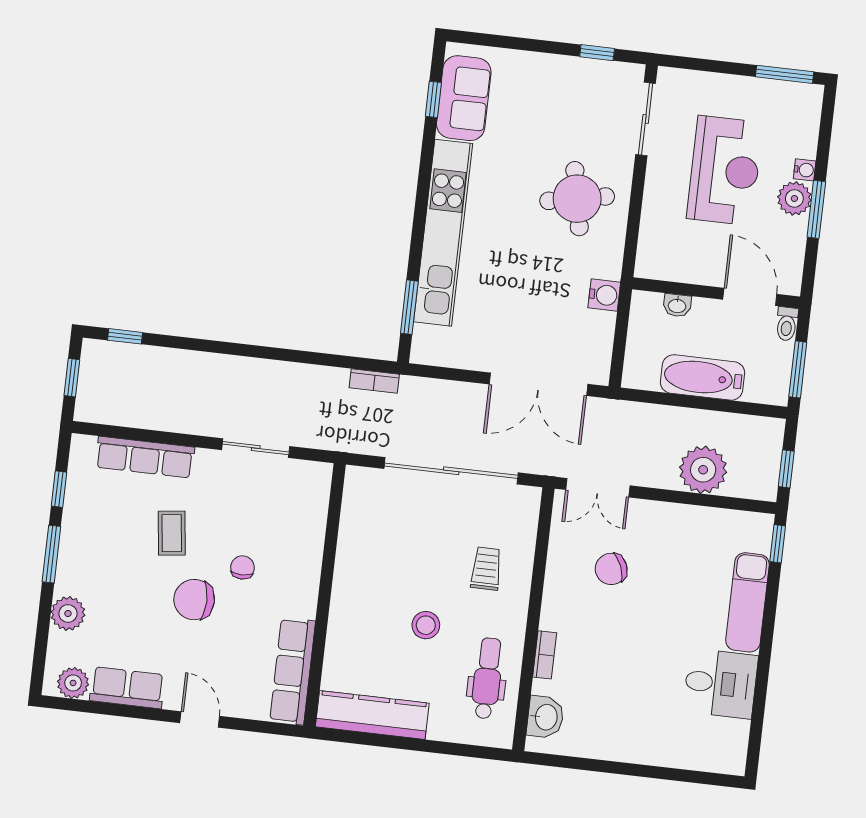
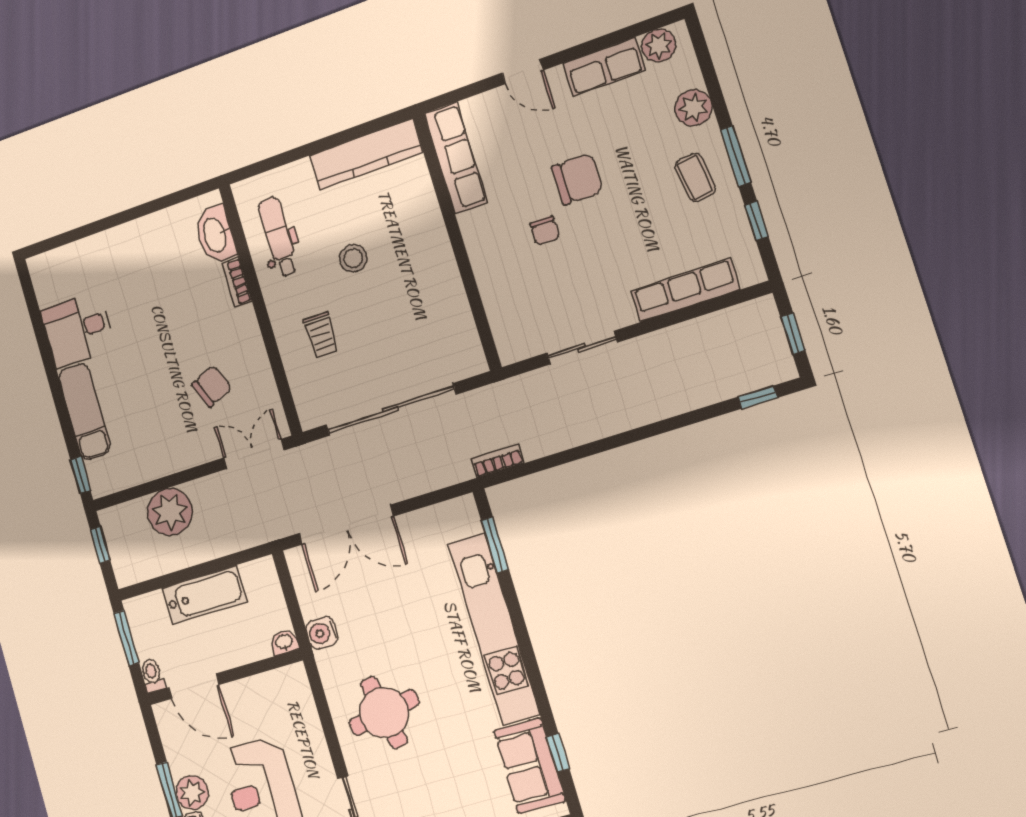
washbasin: (677, 305) -> (284, 642), moved
double door: (538, 384) -> (346, 525), swing flipped
coffee table: (172, 533) -> (695, 177), moved
dental chair: (487, 678) -> (278, 237), turned 180
washbasin: (545, 717) -> (215, 235), width x1.38

